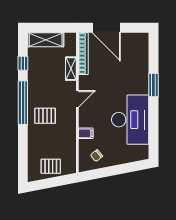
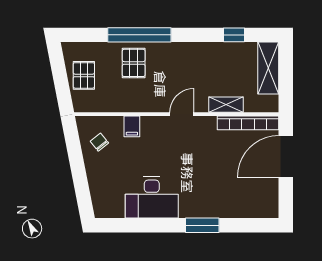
door: (77, 99) -> (182, 114), swing flipped
window: (23, 103) -> (139, 35), moved
pallet: (45, 116) -> (134, 63), moved
desk: (130, 120) -> (152, 197), width x0.73, depth x0.77

